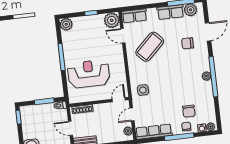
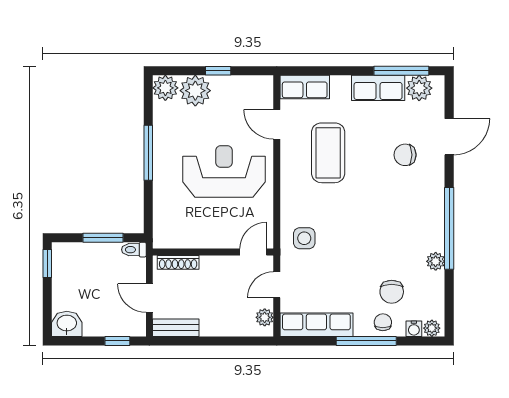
plant: (112, 20) -> (195, 91), moved
coffee table: (150, 47) -> (328, 153), turned -46
reception desk: (89, 74) -> (224, 172), moved
plant: (206, 76) -> (436, 261), moved

